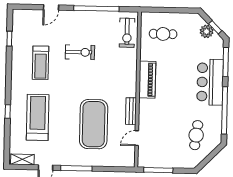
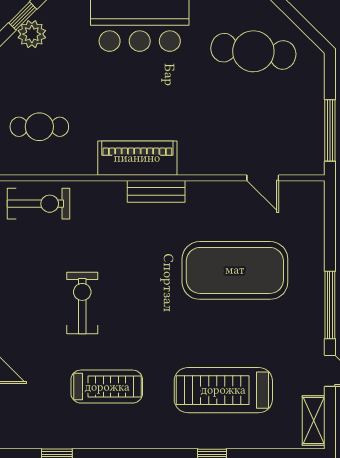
cafe table: (163, 34) -> (39, 127), turned 90
bench: (131, 111) -> (156, 191), moved
cafe table: (196, 135) -> (253, 51), width x1.37, depth x1.35

